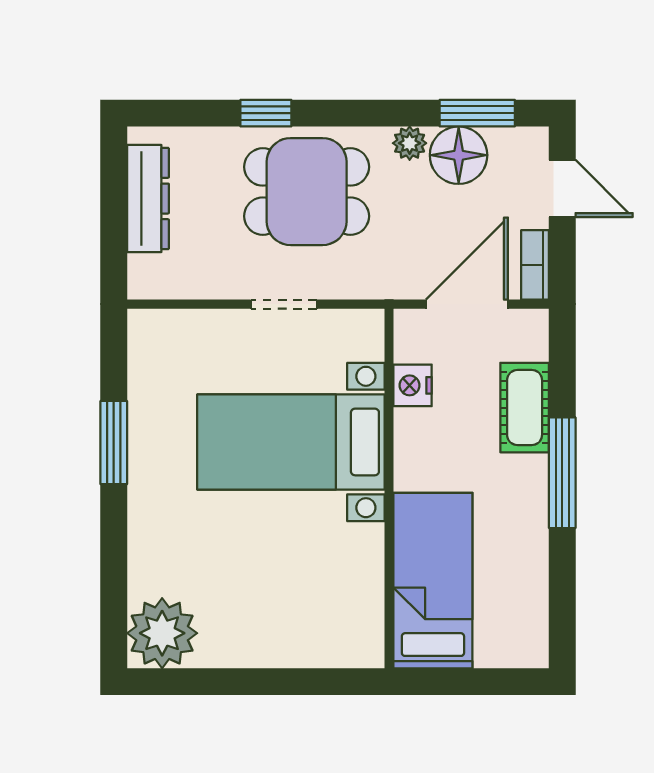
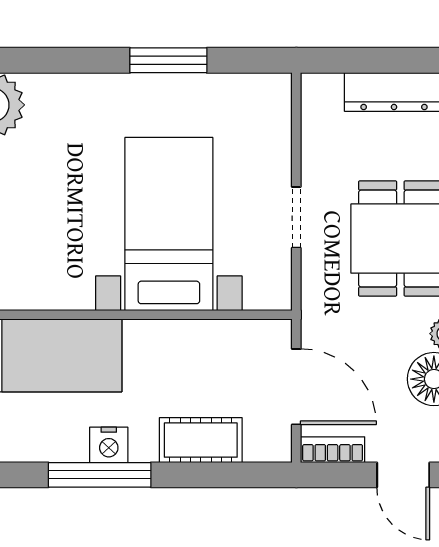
door: (562, 189) -> (403, 475), hinge flipped
nightstand: (413, 385) -> (109, 445), moved, turned 180
window: (562, 473) -> (100, 475), moved

